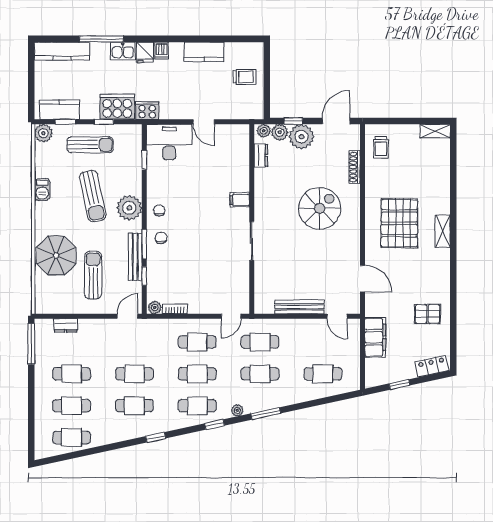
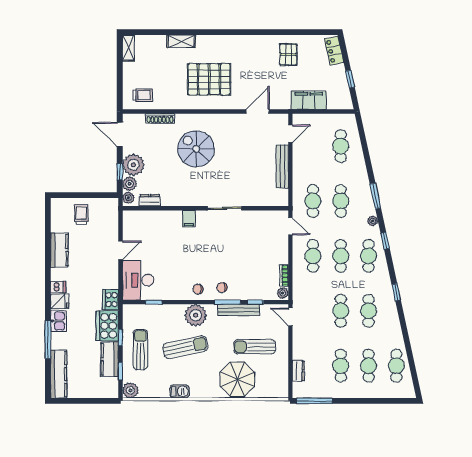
kitchen counter: (59, 110) -> (110, 359), moved
shelving: (443, 231) -> (181, 41), moved

